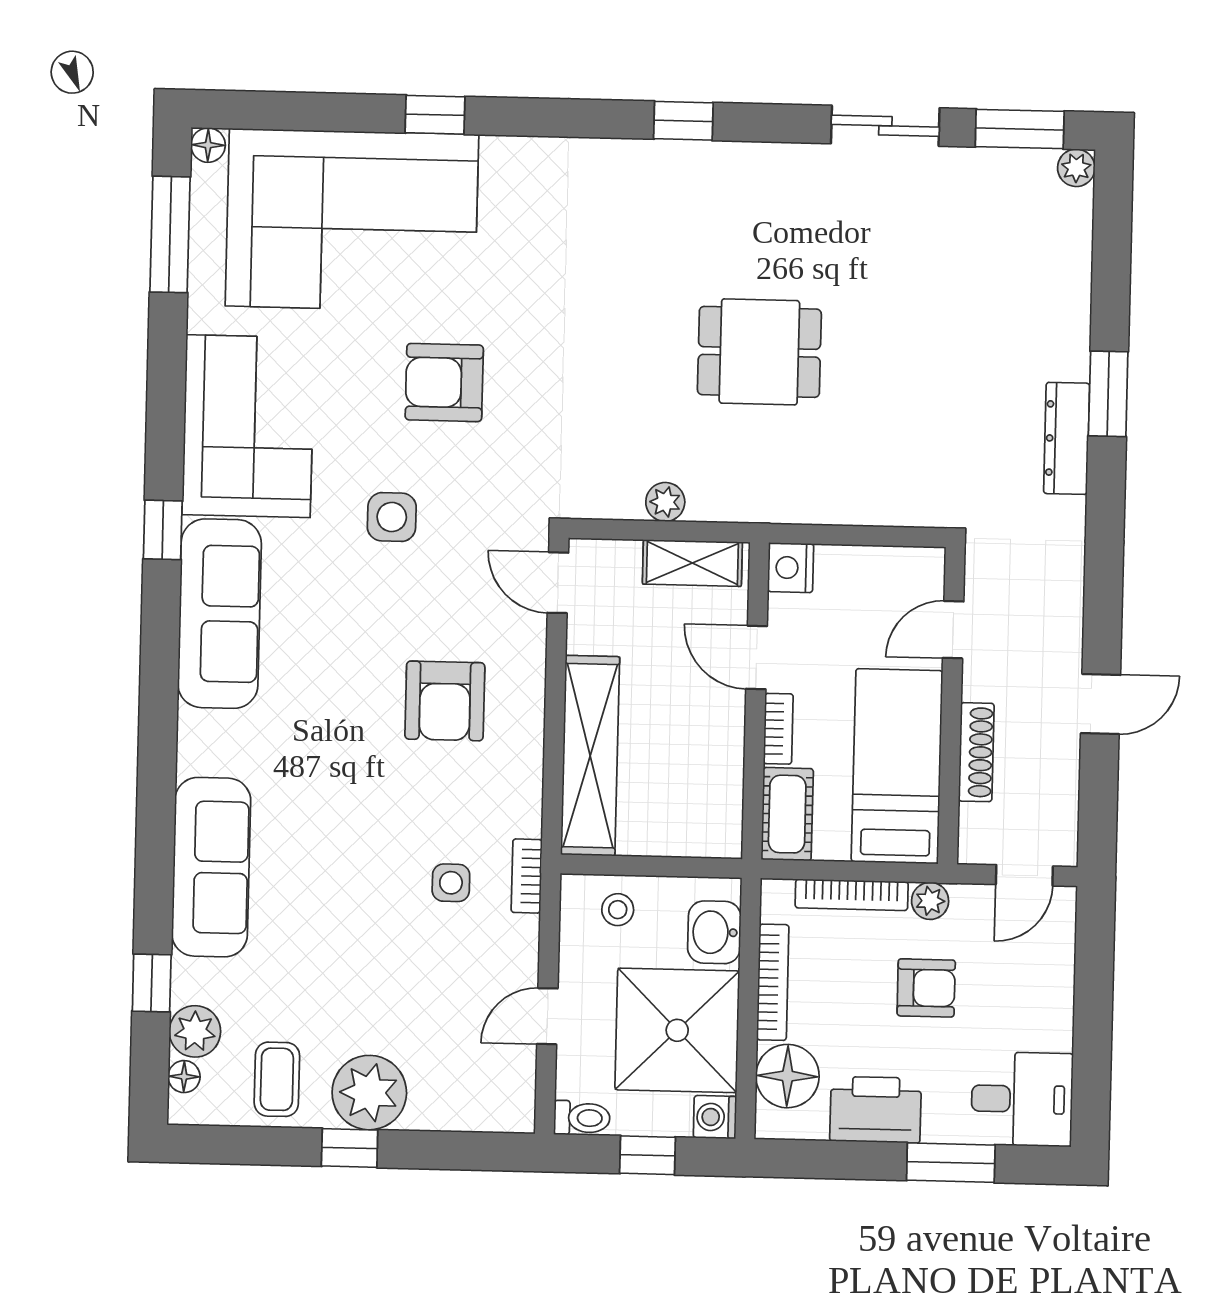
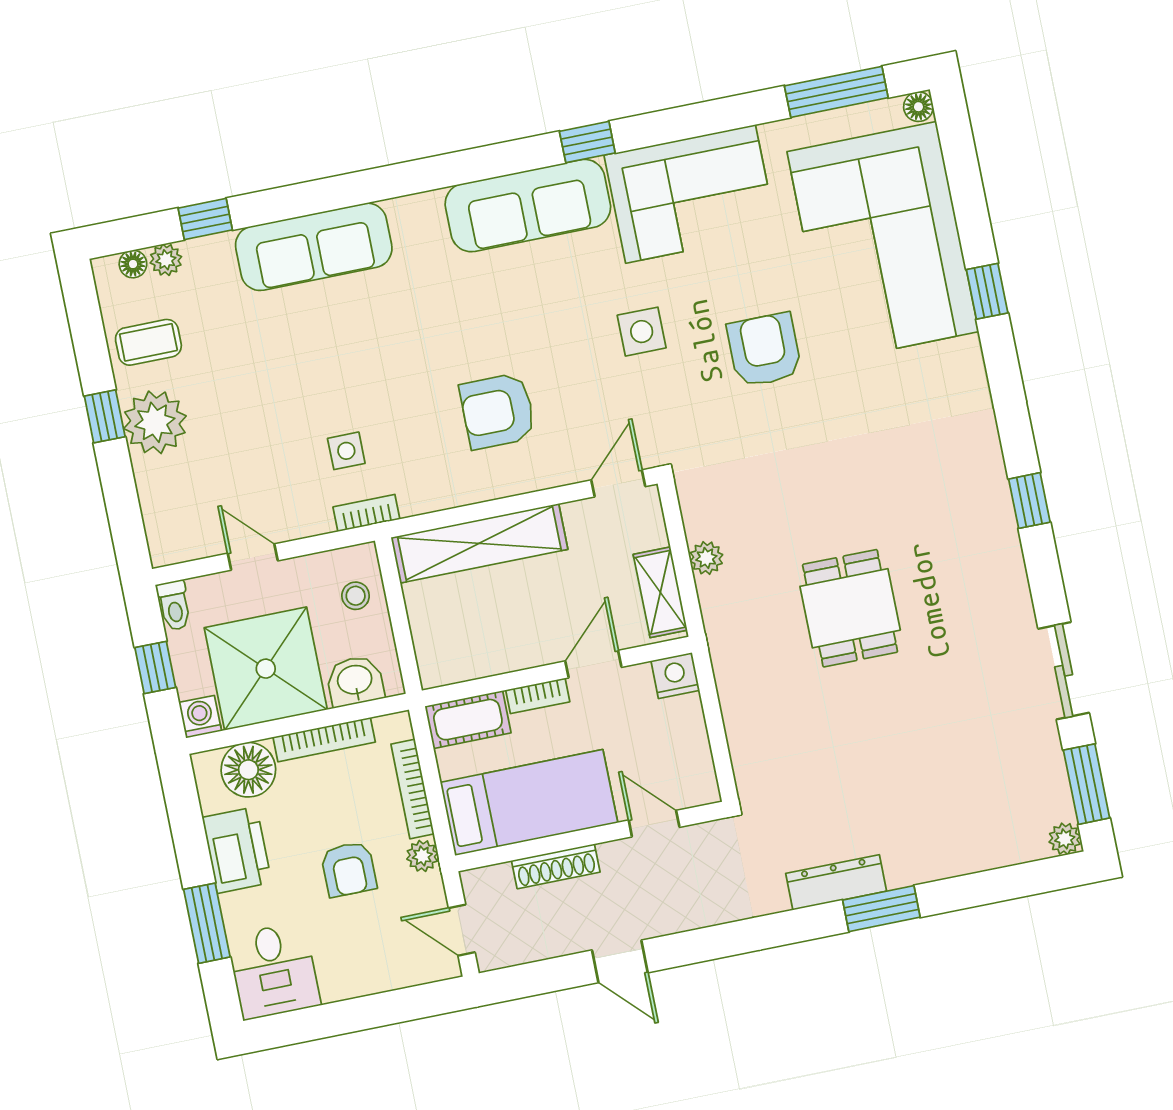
plant: (195, 1031) -> (166, 260), width x0.73, depth x0.73

